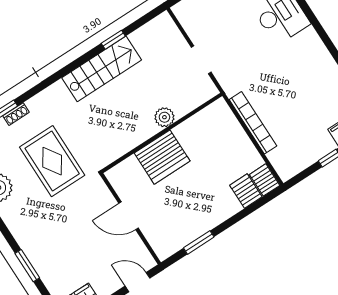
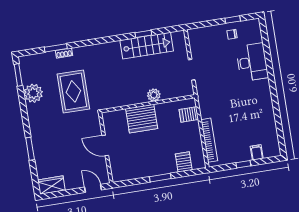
stairs: (102, 69) -> (147, 46), moved
bookcase: (253, 123) -> (209, 140), moved
server rack: (265, 180) -> (189, 114), moved, turned -90
window: (199, 242) -> (160, 178), moved

